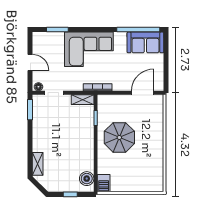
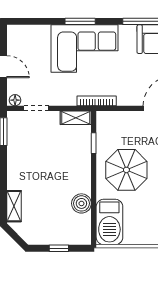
window: (57, 30) -> (80, 21), moved
boiler: (87, 179) -> (81, 203), moved
barbecue: (104, 183) -> (109, 222), width x1.88, depth x1.53

